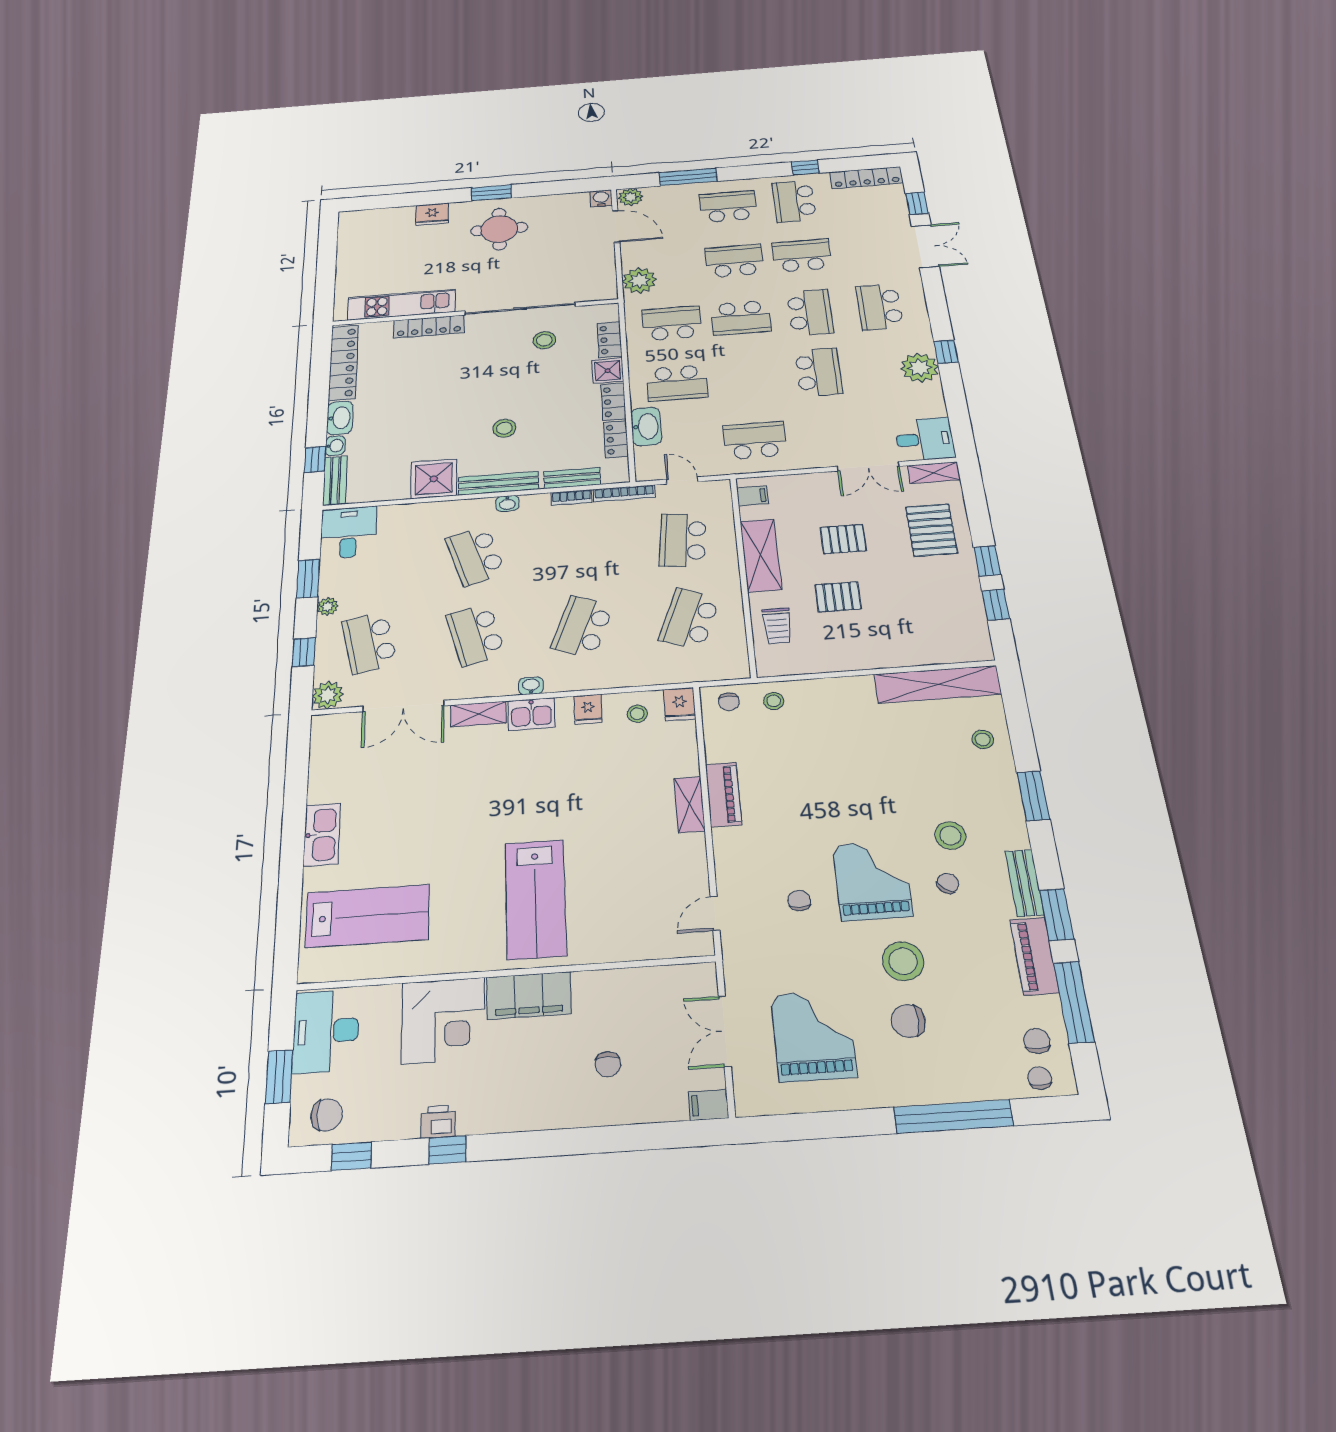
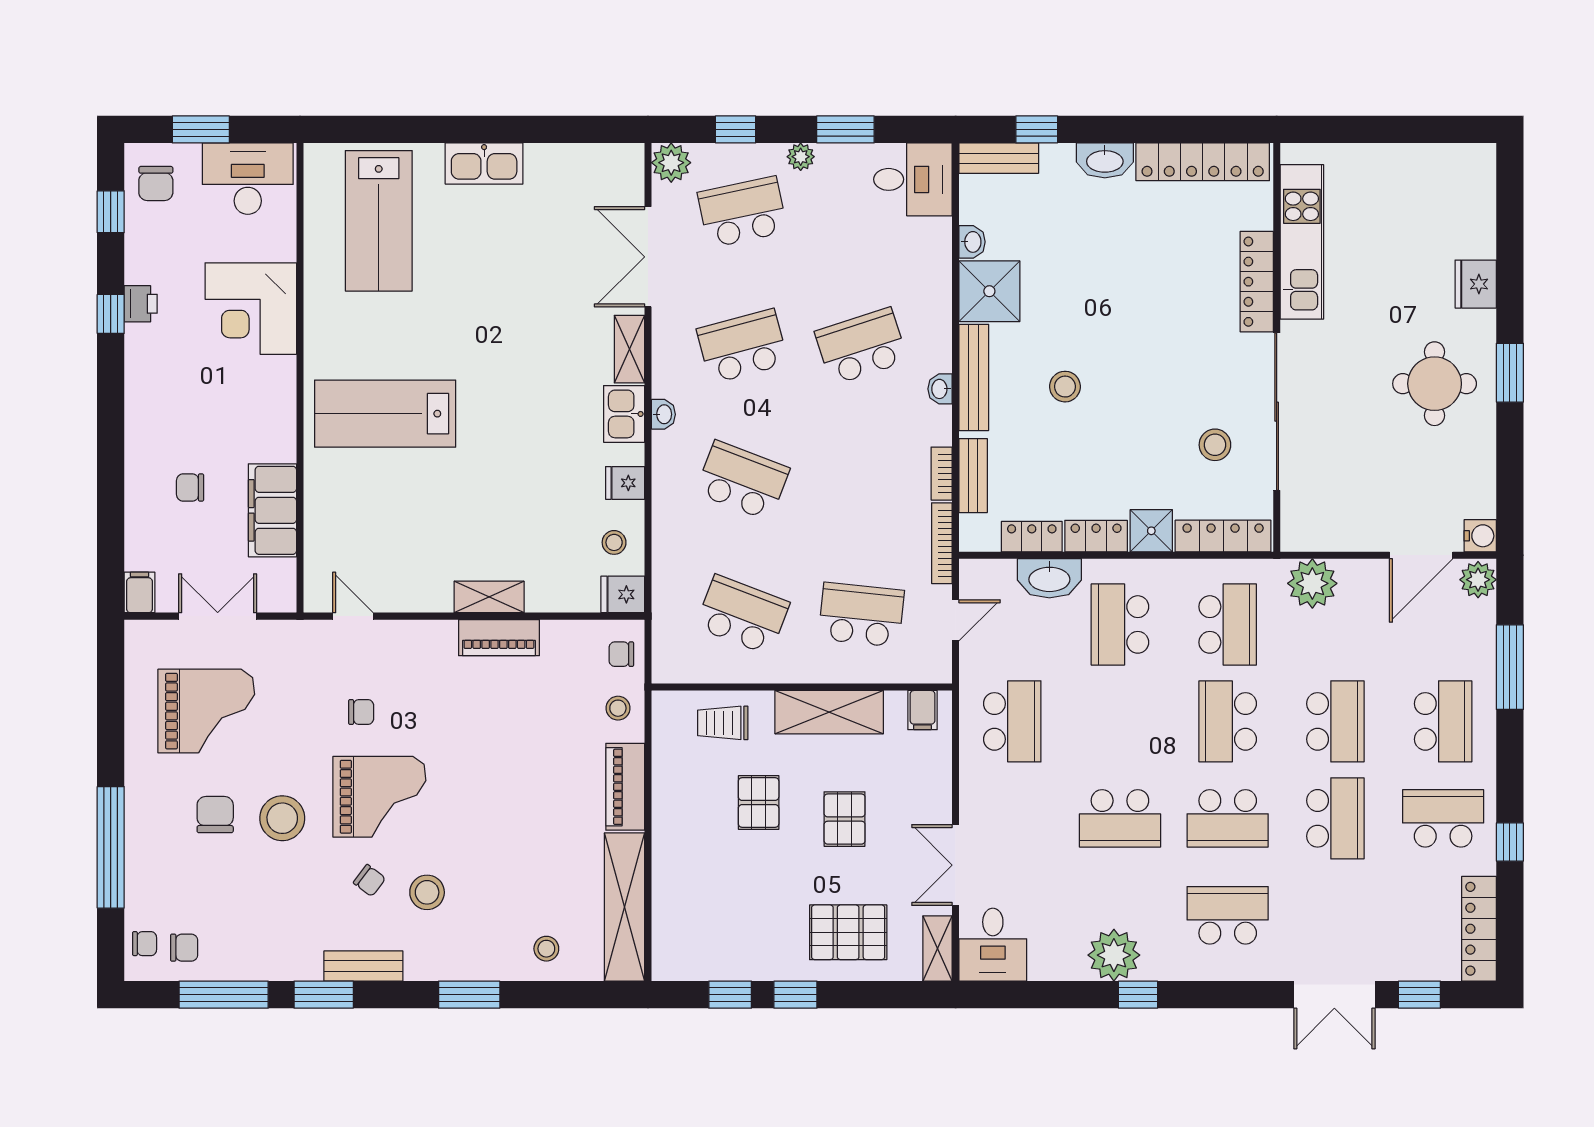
locker: (610, 340) -> (1223, 536), width x1.53
washbasin: (335, 446) -> (972, 242), moved, turned -90
piano: (1034, 956) -> (625, 787), moved, turned -90
filing cabinet: (529, 995) -> (272, 510), moved

